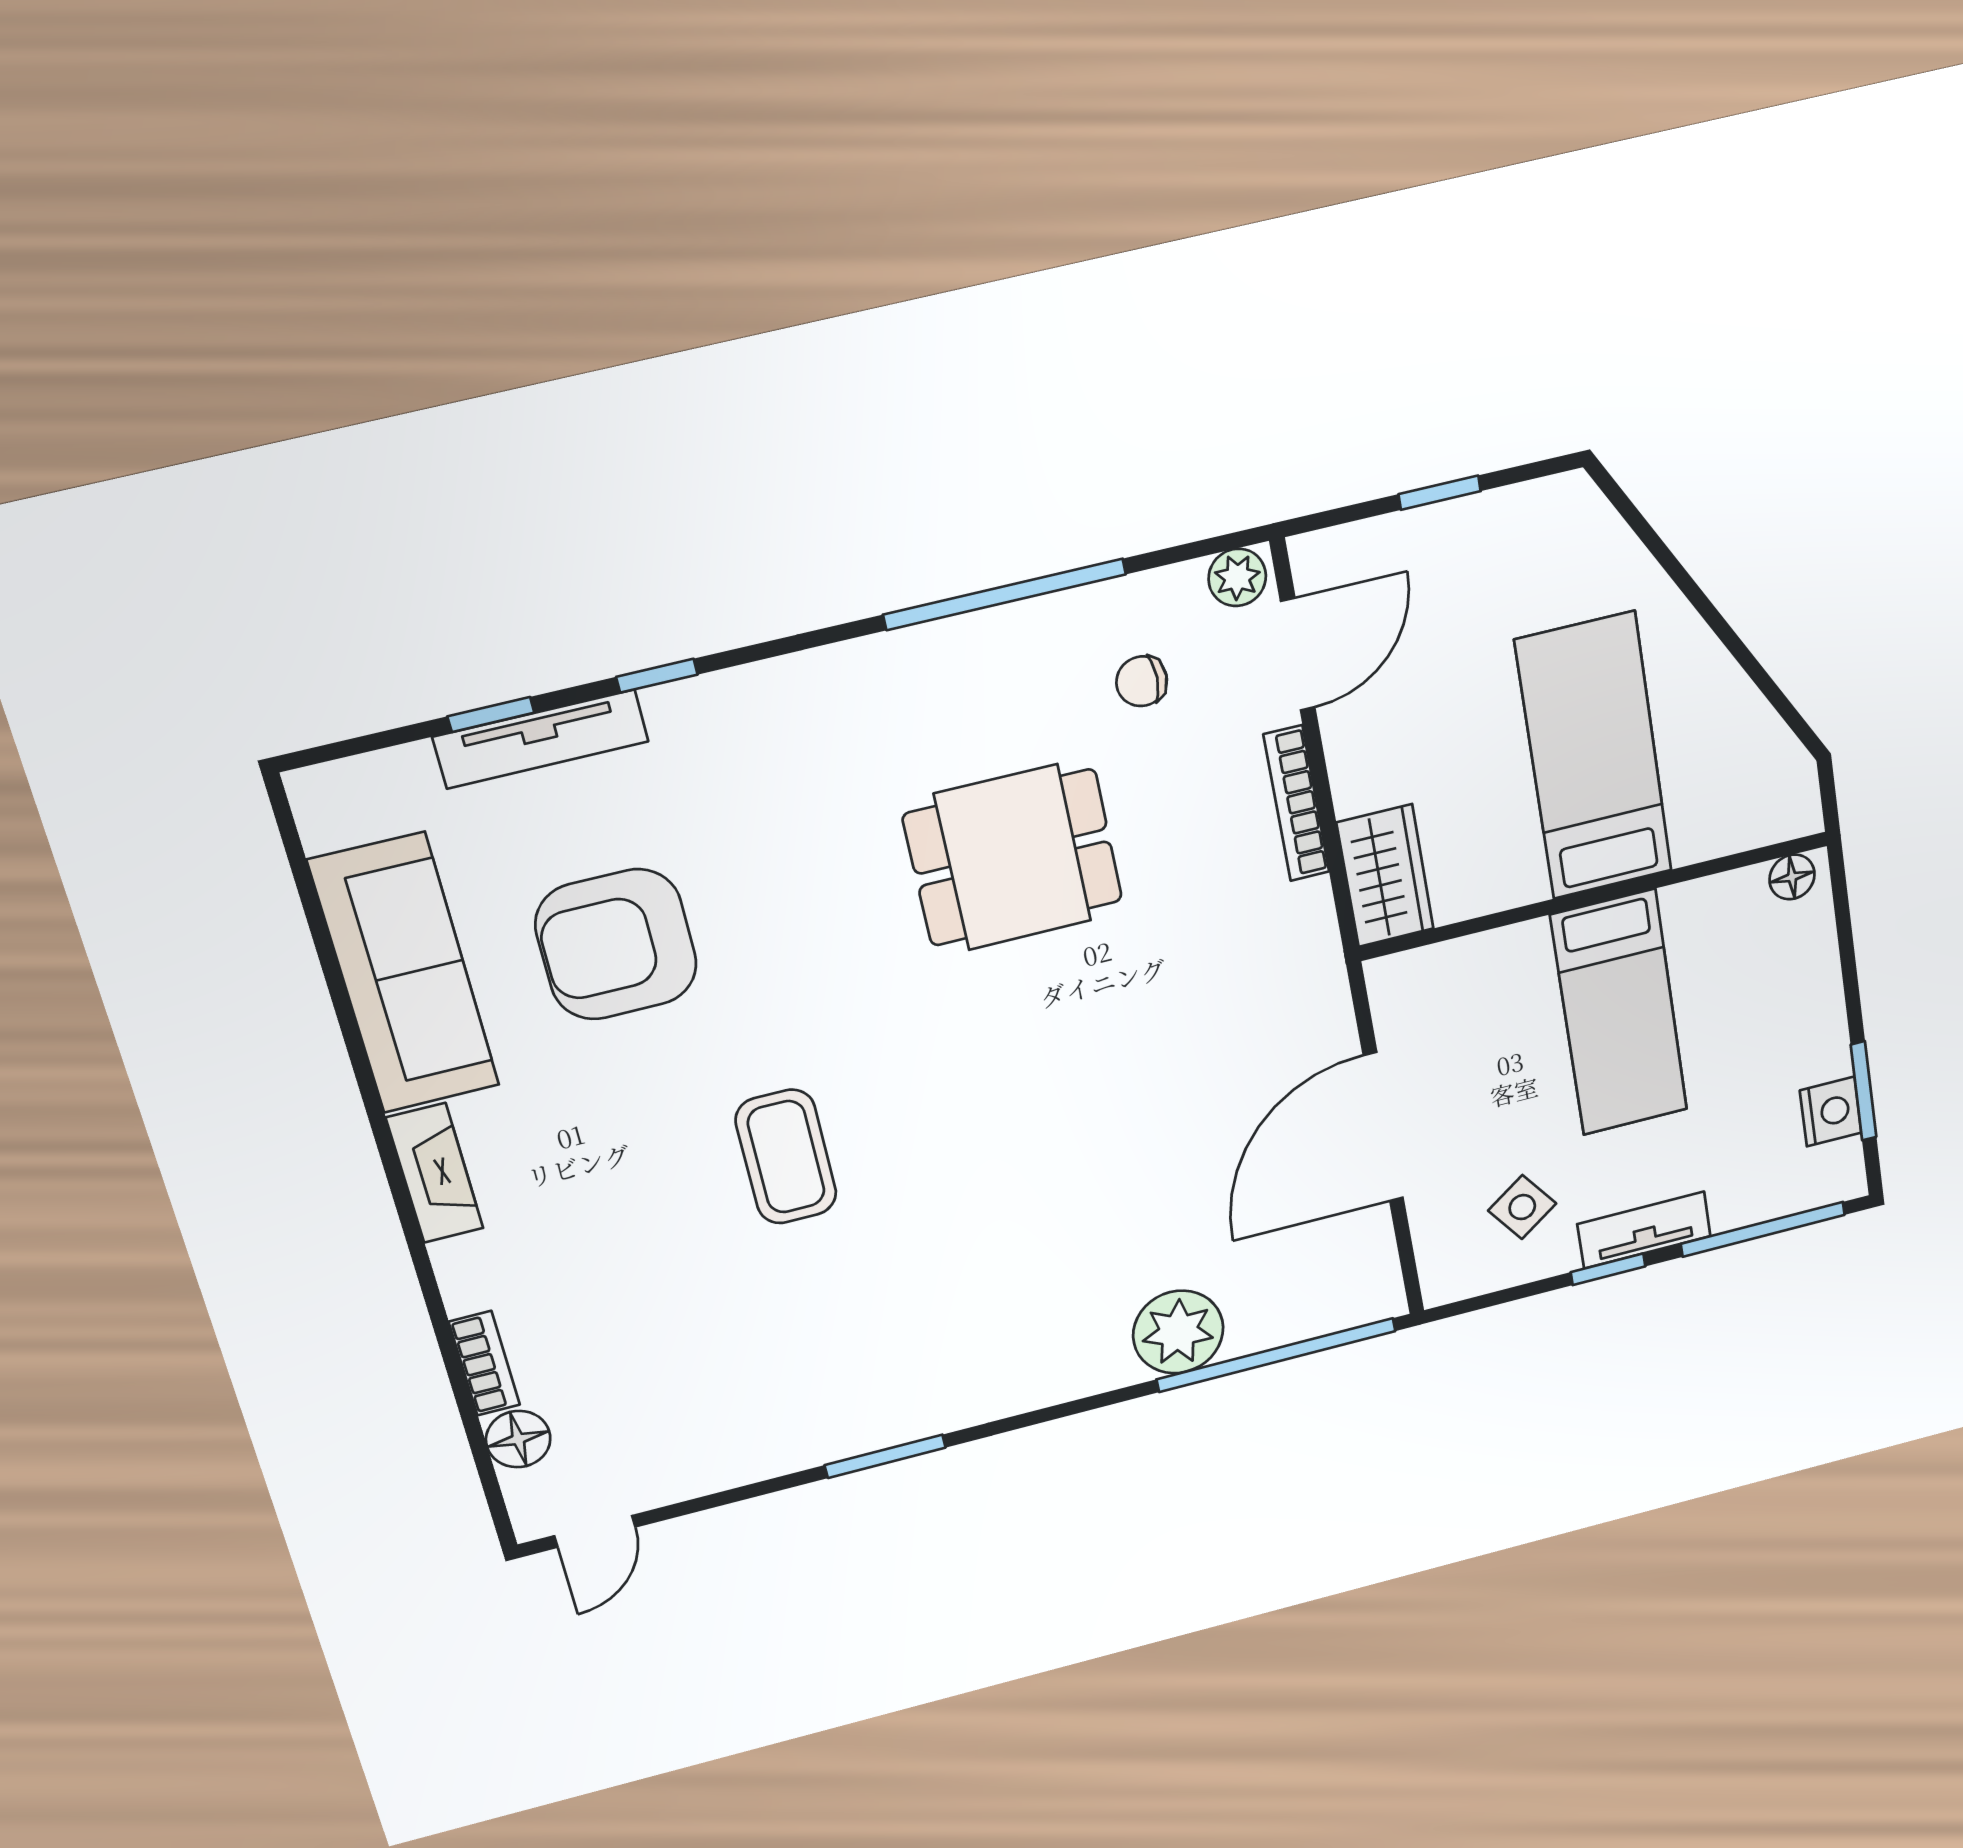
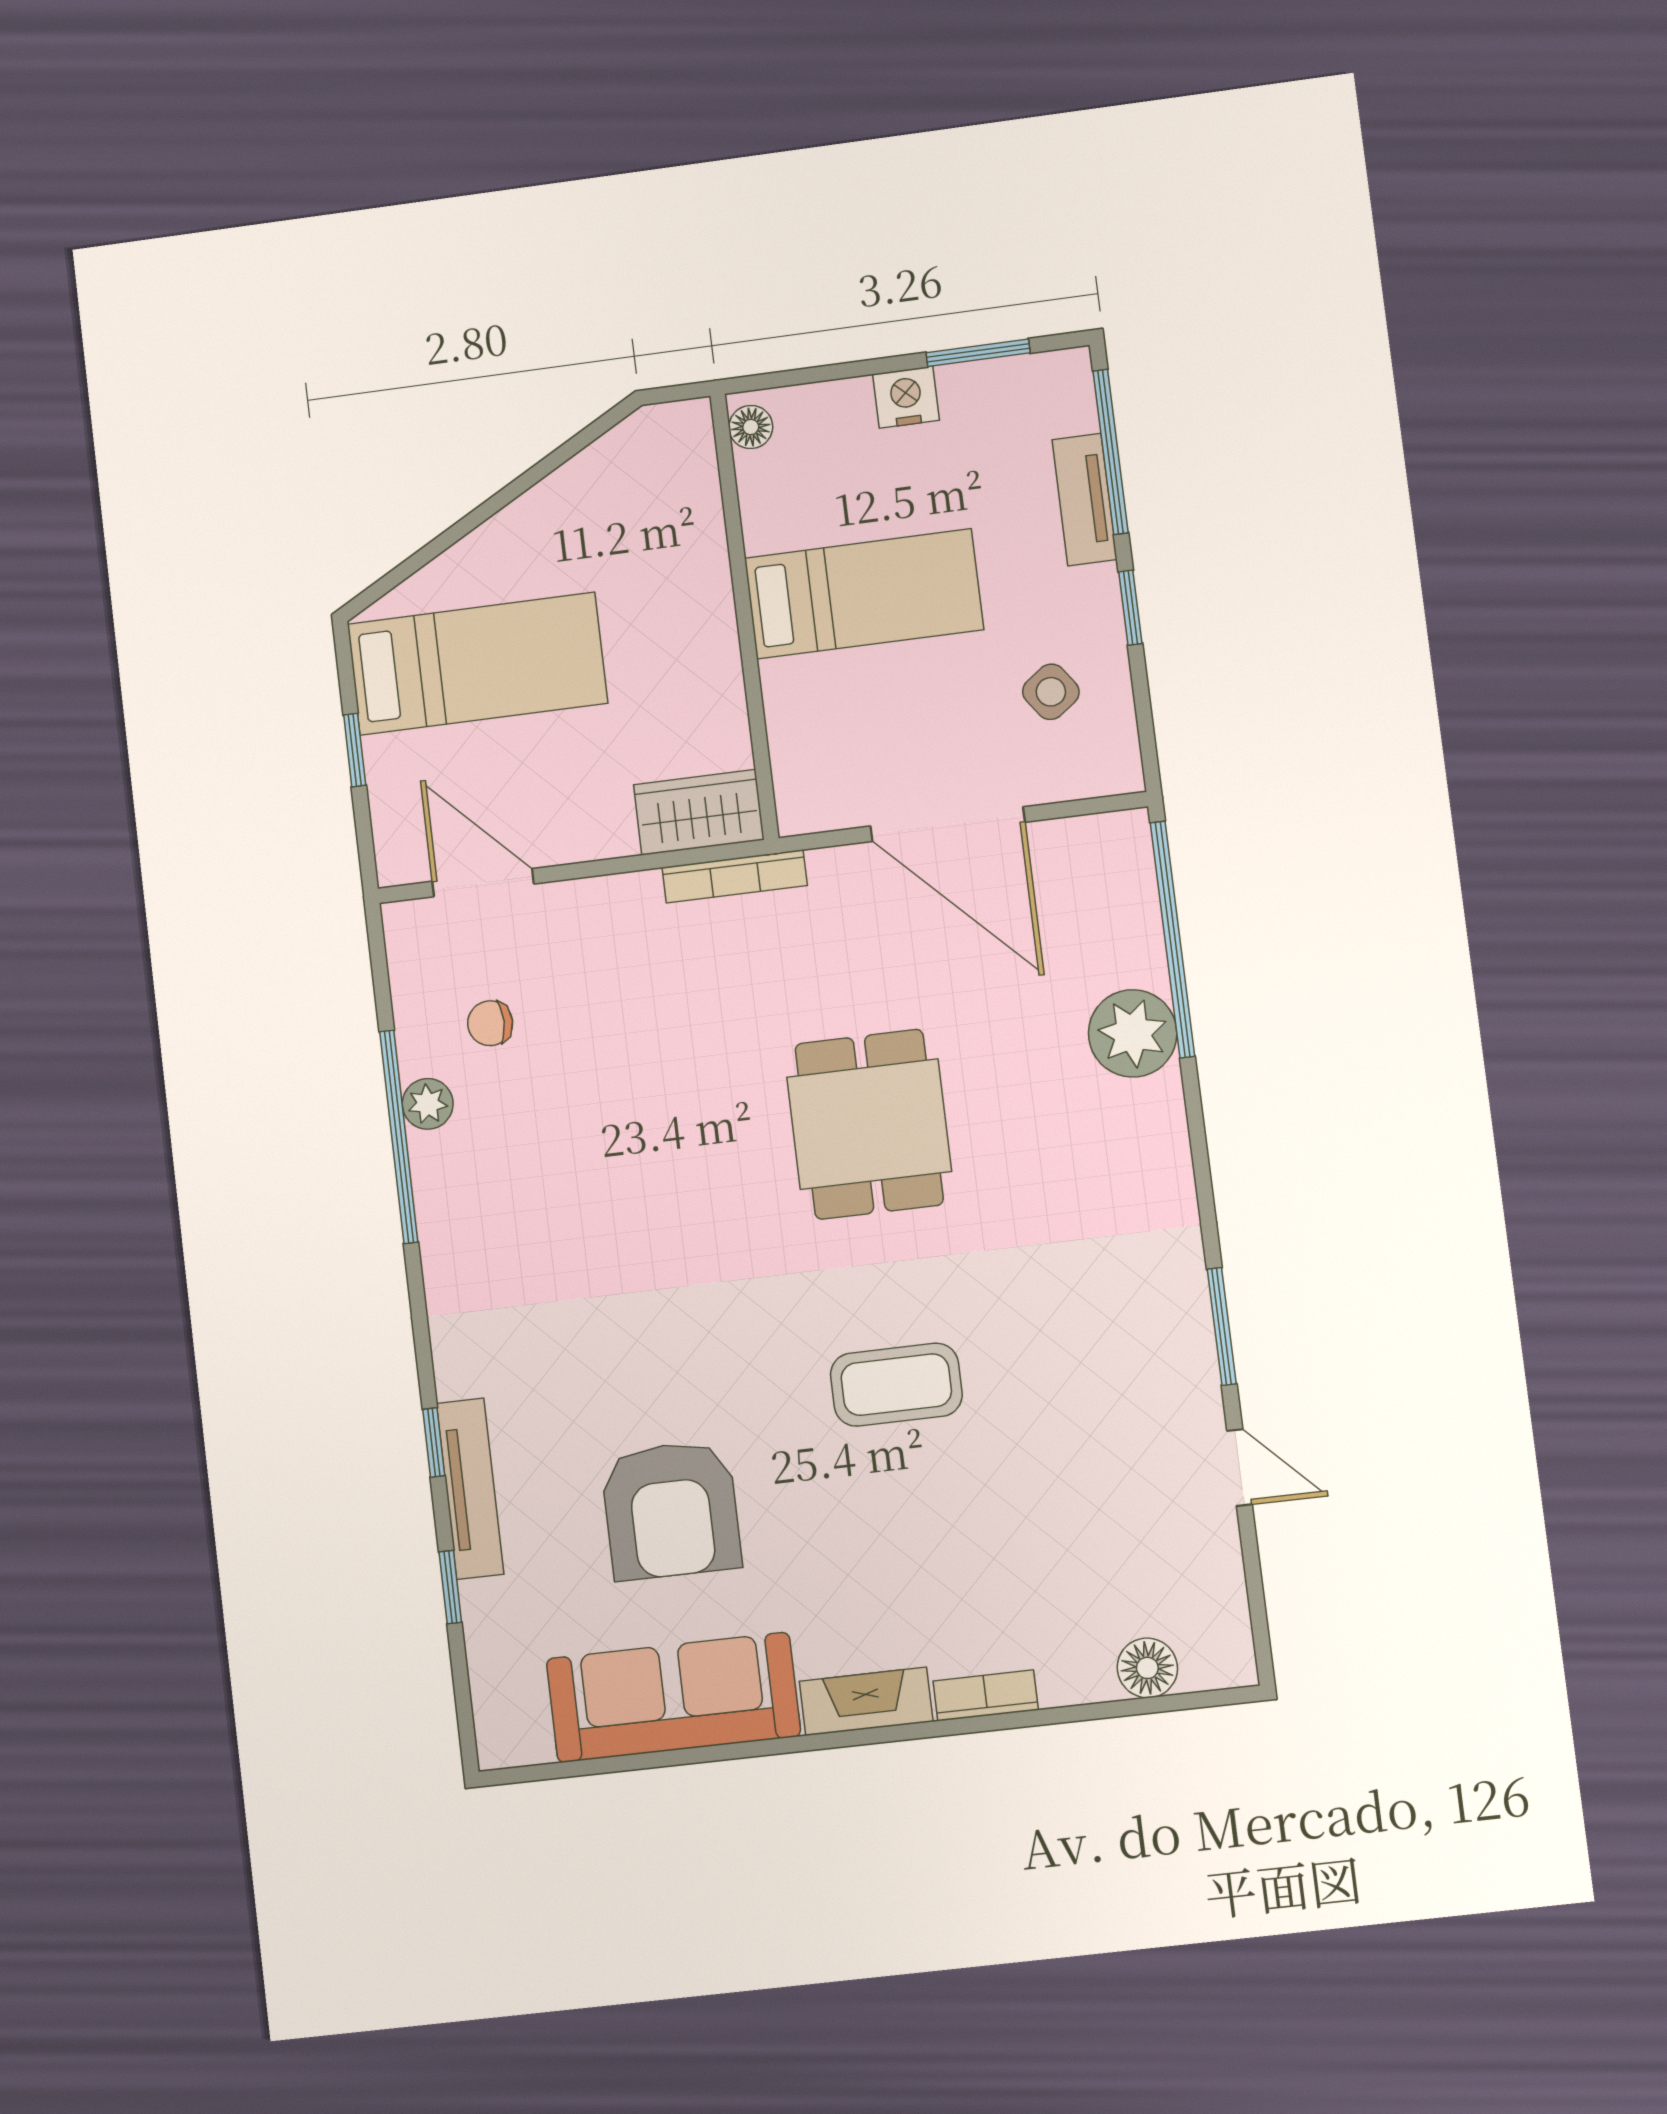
plant: (1237, 577) -> (428, 1104), moved
chair: (1142, 681) -> (490, 1023), turned 90
tv unit: (541, 739) -> (470, 1489), moved
bed: (1594, 757) -> (477, 664), moved, turned 180
bookcase: (1297, 803) -> (735, 876), moved
dining table: (1013, 858) -> (869, 1124), moved
nightstand: (1831, 1112) -> (906, 397), moved
tv unit: (1644, 1230) -> (1084, 500), moved
bookcase: (484, 1363) -> (986, 1695), moved
door: (595, 1531) -> (1240, 1468), moved

